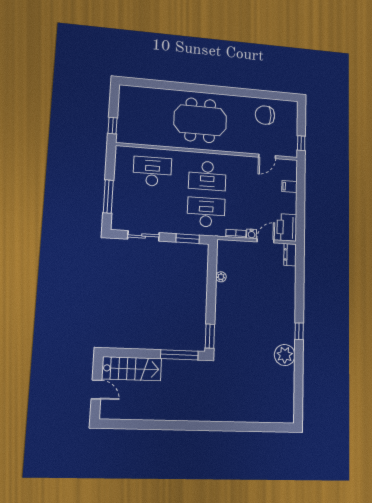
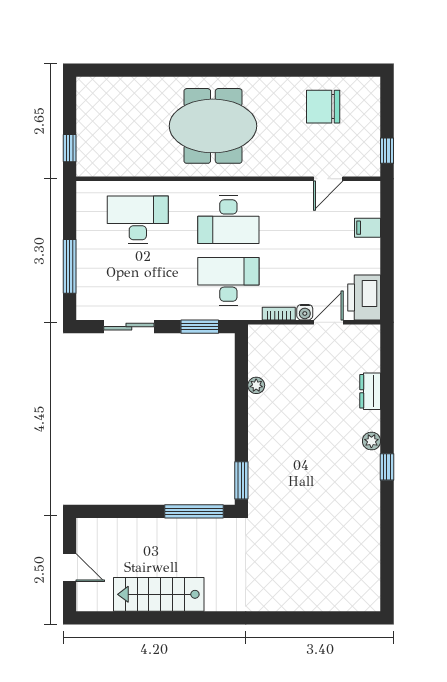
dresser: (290, 255) -> (370, 391), moved
plant: (285, 355) -> (371, 441), moved, width x0.53, depth x0.53
stairs: (132, 369) -> (159, 594), moved, turned 180

